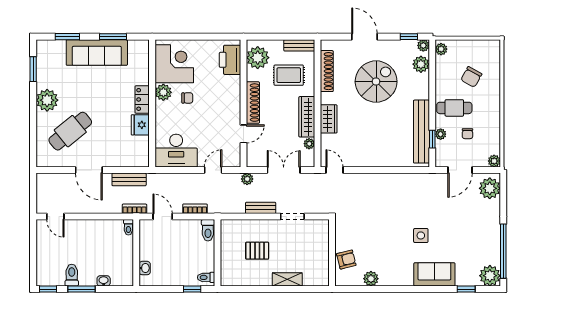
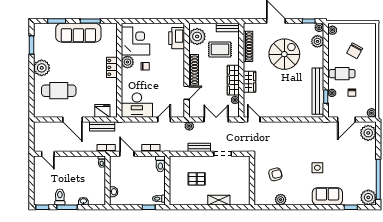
fridge: (140, 125) -> (102, 111), moved, turned 90
cafe table: (70, 131) -> (59, 91), turned 39
armchair: (346, 259) -> (275, 174), moved

